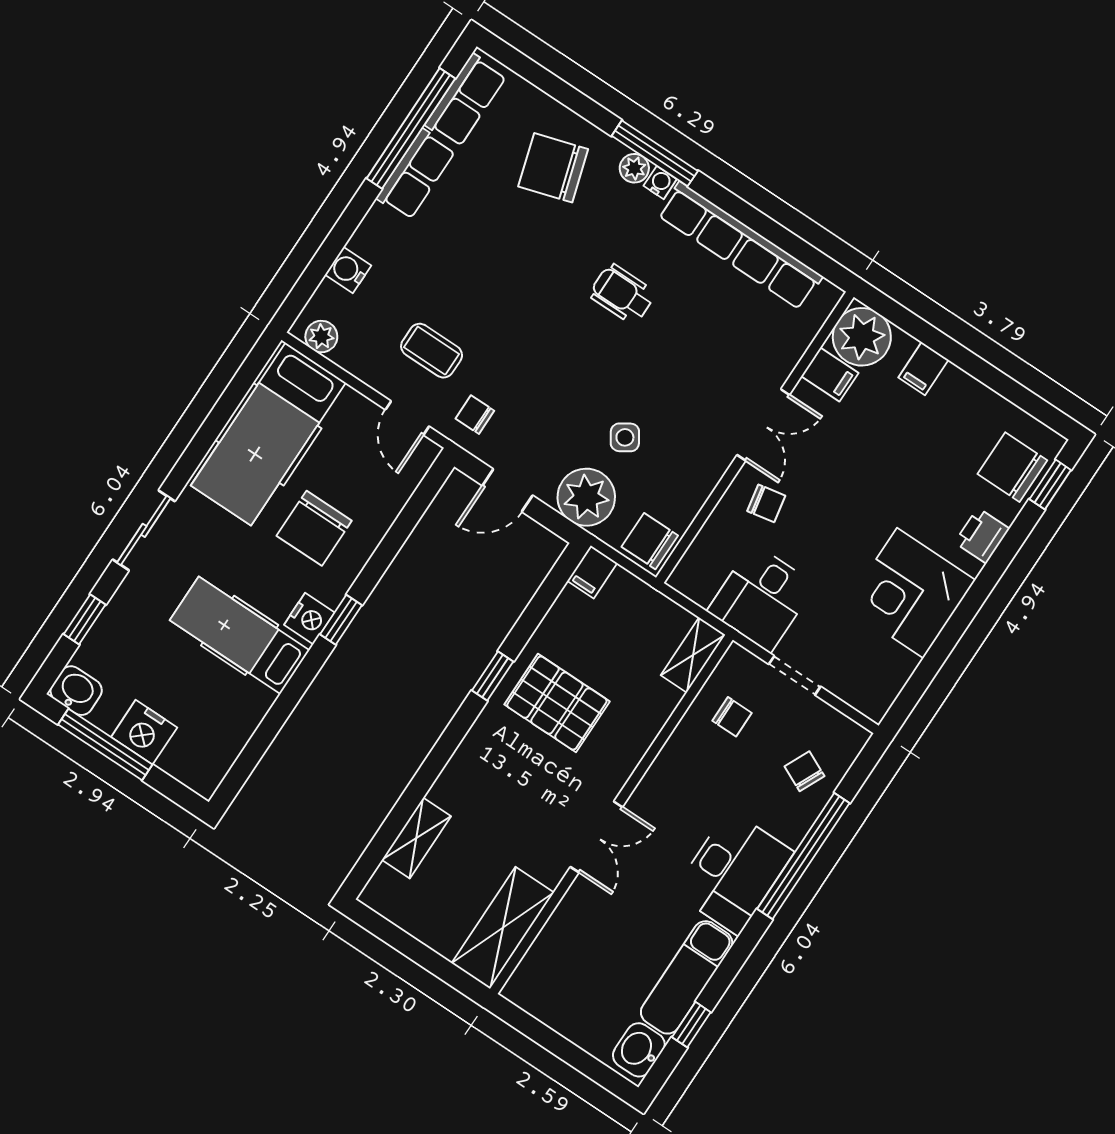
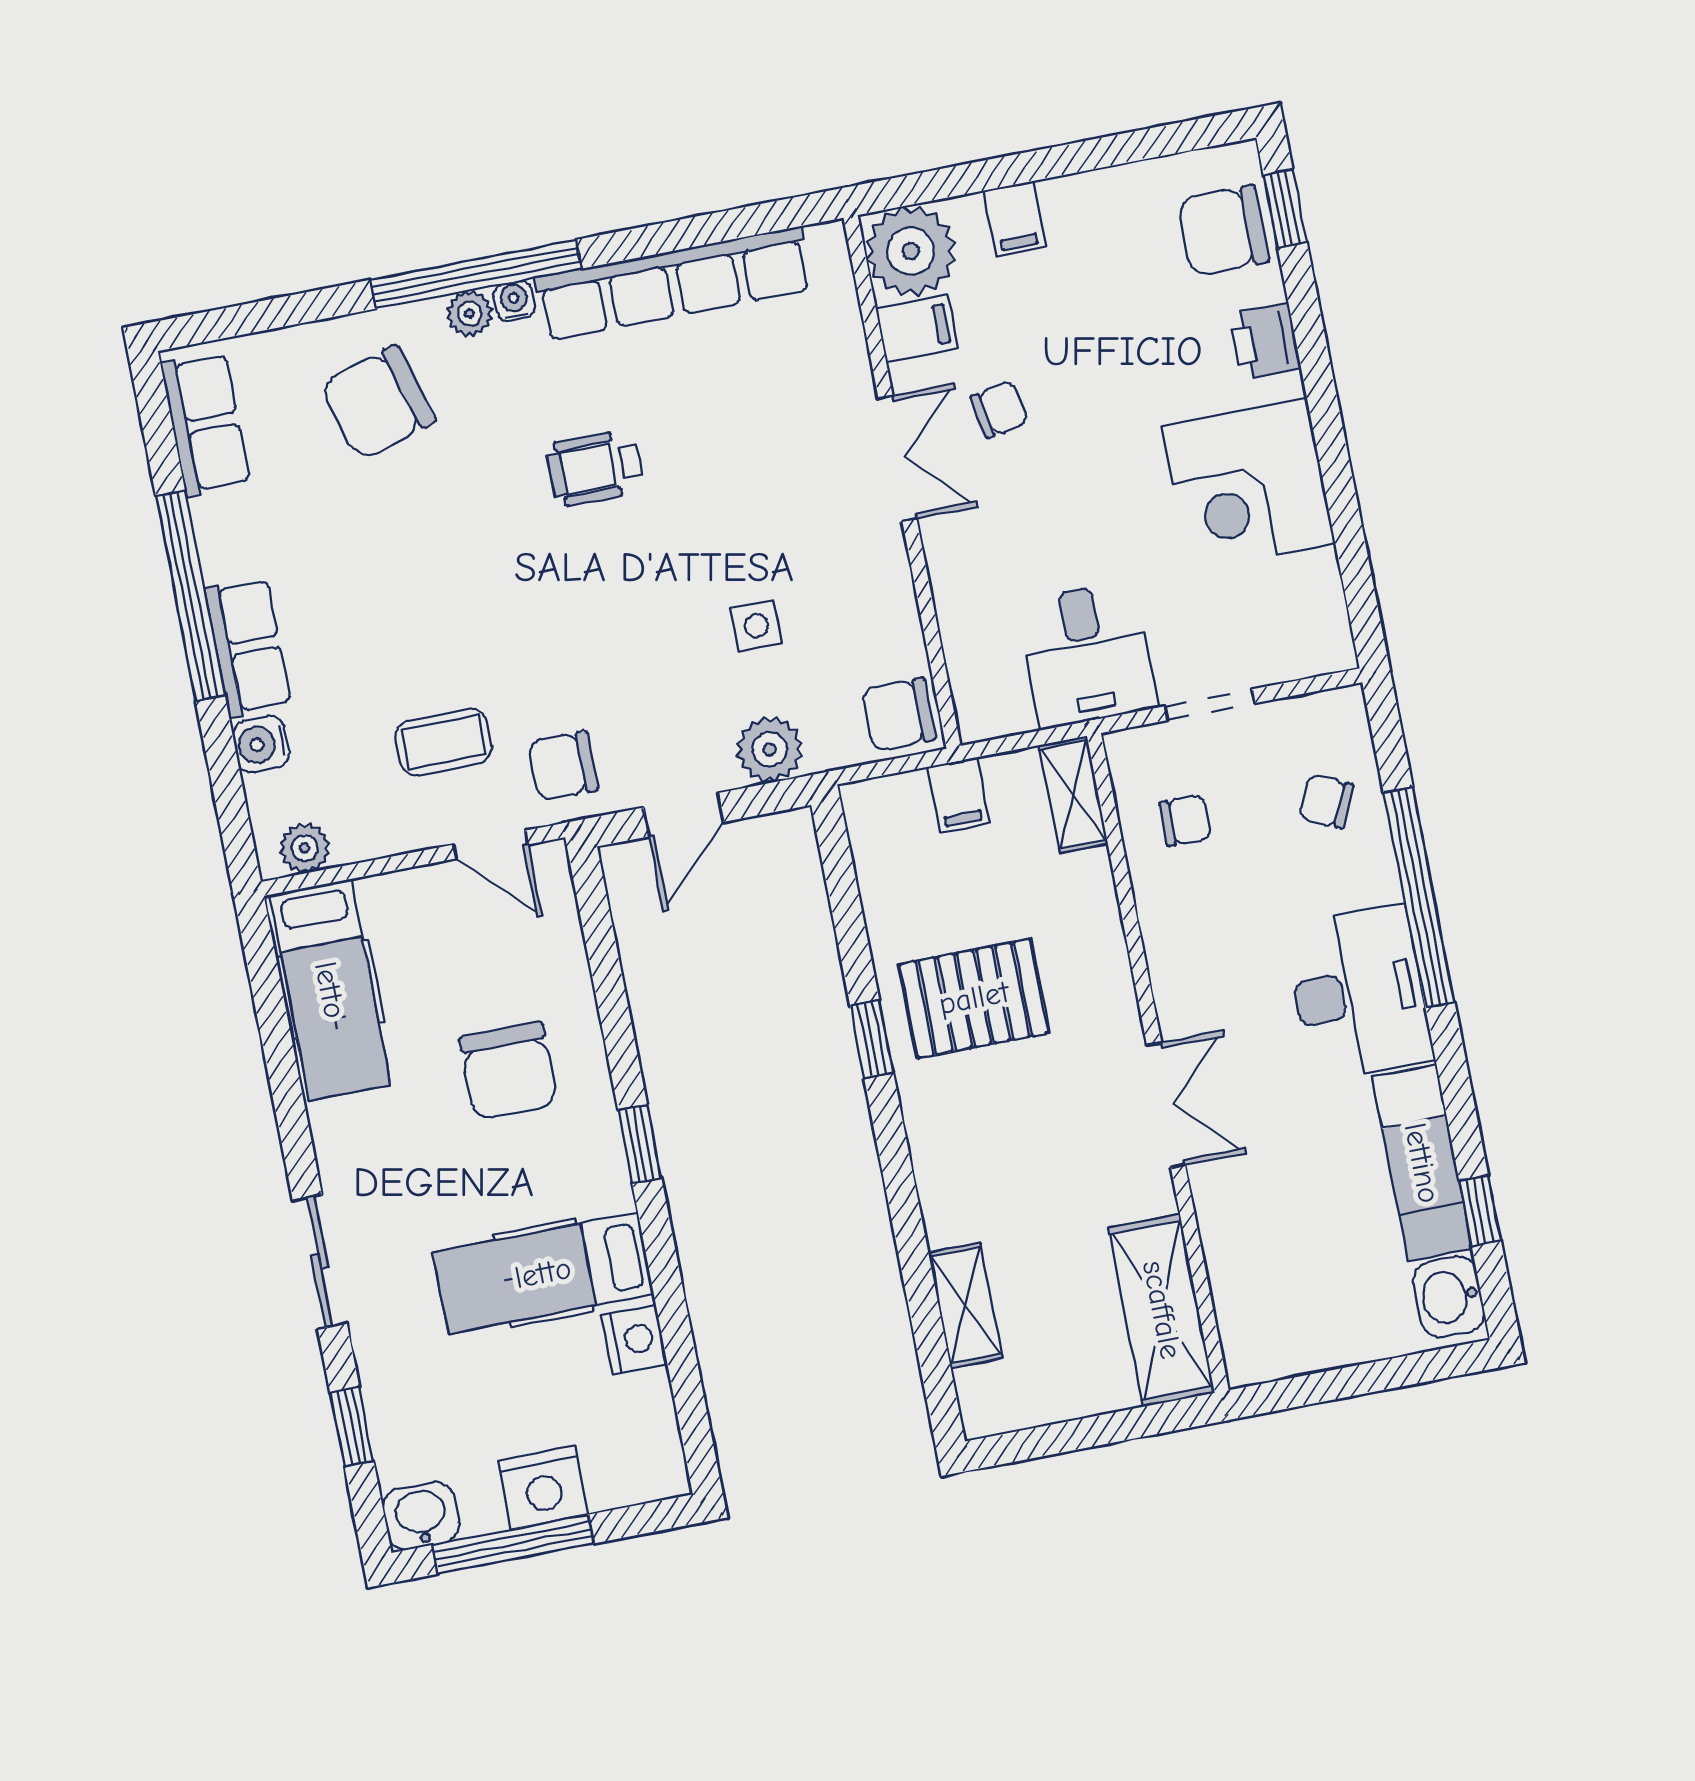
window: (411, 128) -> (190, 596), moved
window: (655, 153) -> (476, 274), width x1.46
row of seats: (416, 174) -> (248, 647), moved
chair: (475, 415) -> (563, 766), width x1.37, depth x1.37
hospital bed: (268, 434) -> (330, 990), width x0.73, depth x0.78
side table: (625, 437) -> (756, 626), turned 33
plant: (586, 497) -> (770, 749), width x0.73, depth x0.73
chair: (766, 503) -> (1000, 409), moved
filing cabinet: (592, 572) -> (959, 795), moved
nightstand: (309, 619) -> (634, 1339), moved

